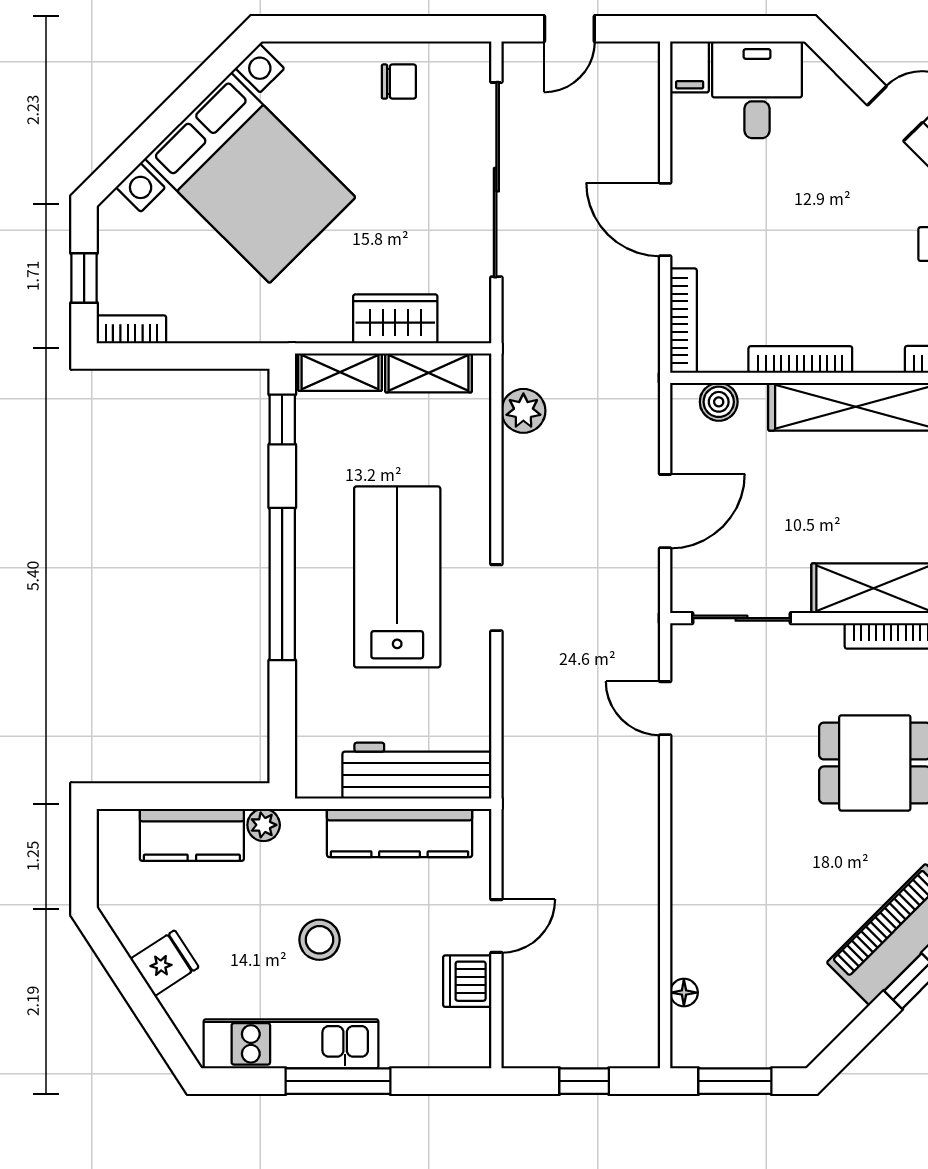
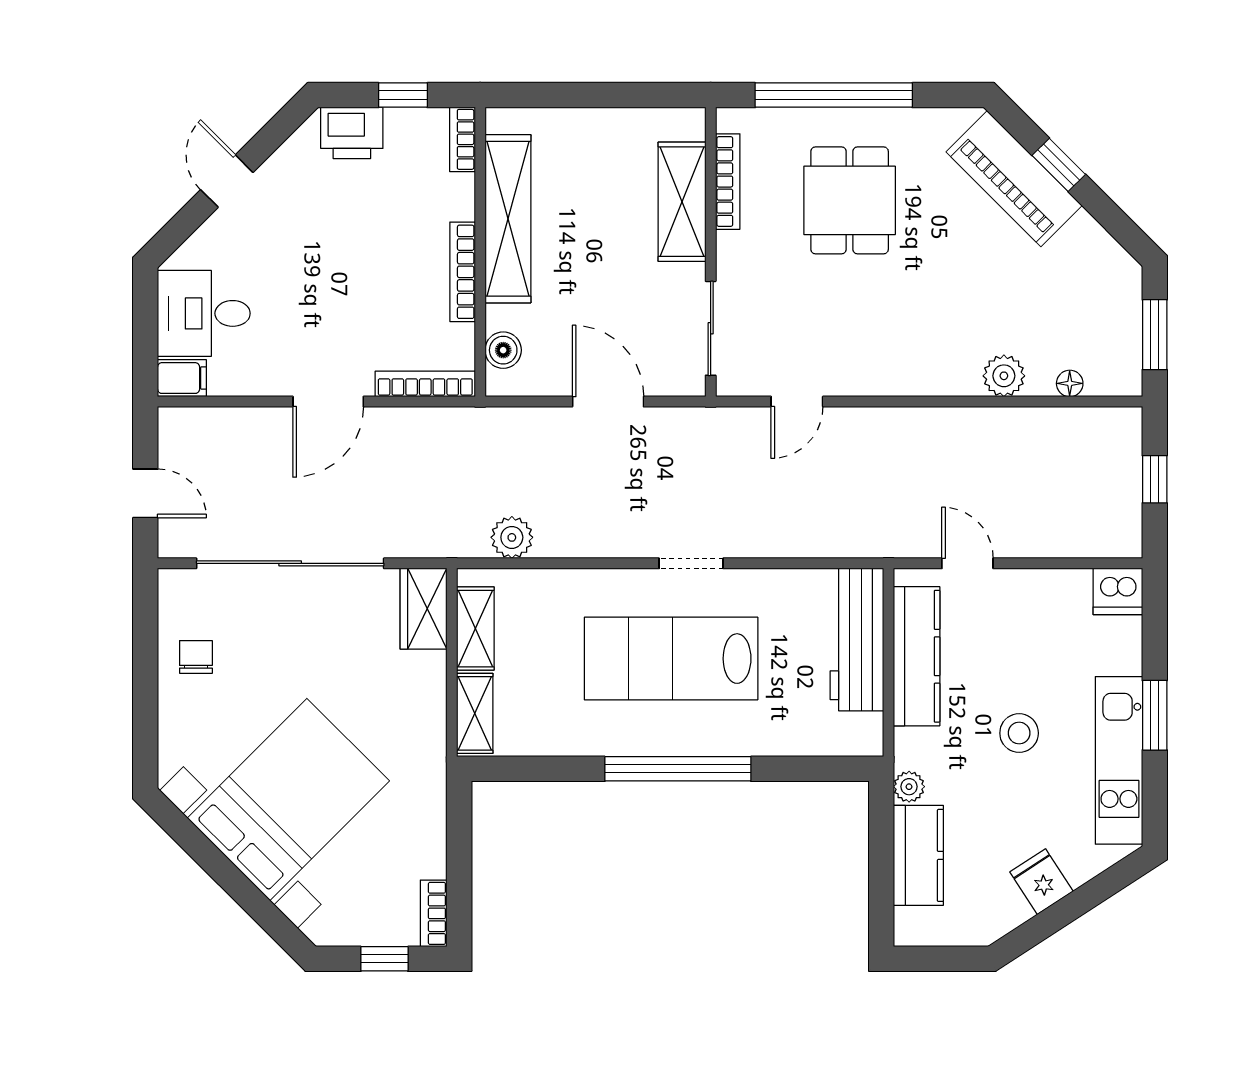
wardrobe: (395, 319) -> (424, 609), moved
window: (282, 420) -> (520, 769), removed
plant: (692, 924) -> (1004, 376), added
door: (496, 926) -> (967, 563), moved
dishwasher: (467, 981) -> (1118, 591), moved
window: (338, 1081) -> (1155, 715), width x0.69

